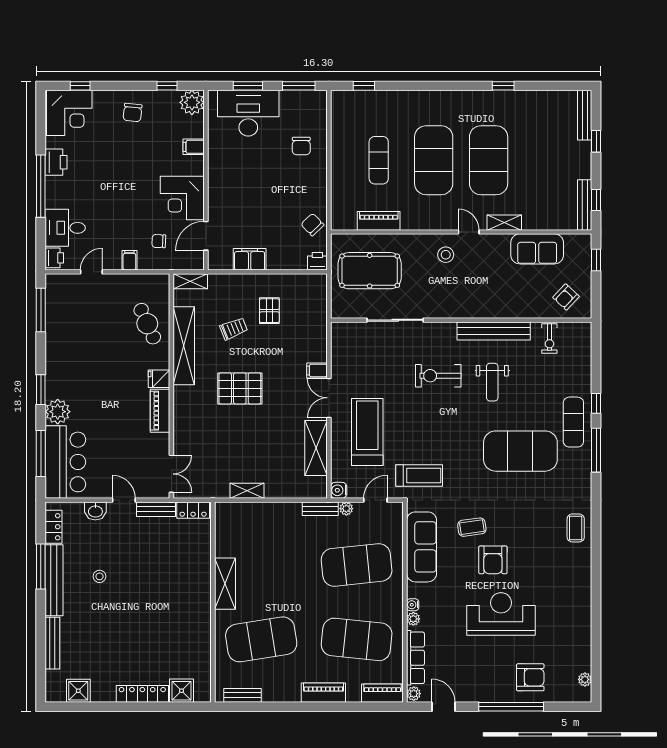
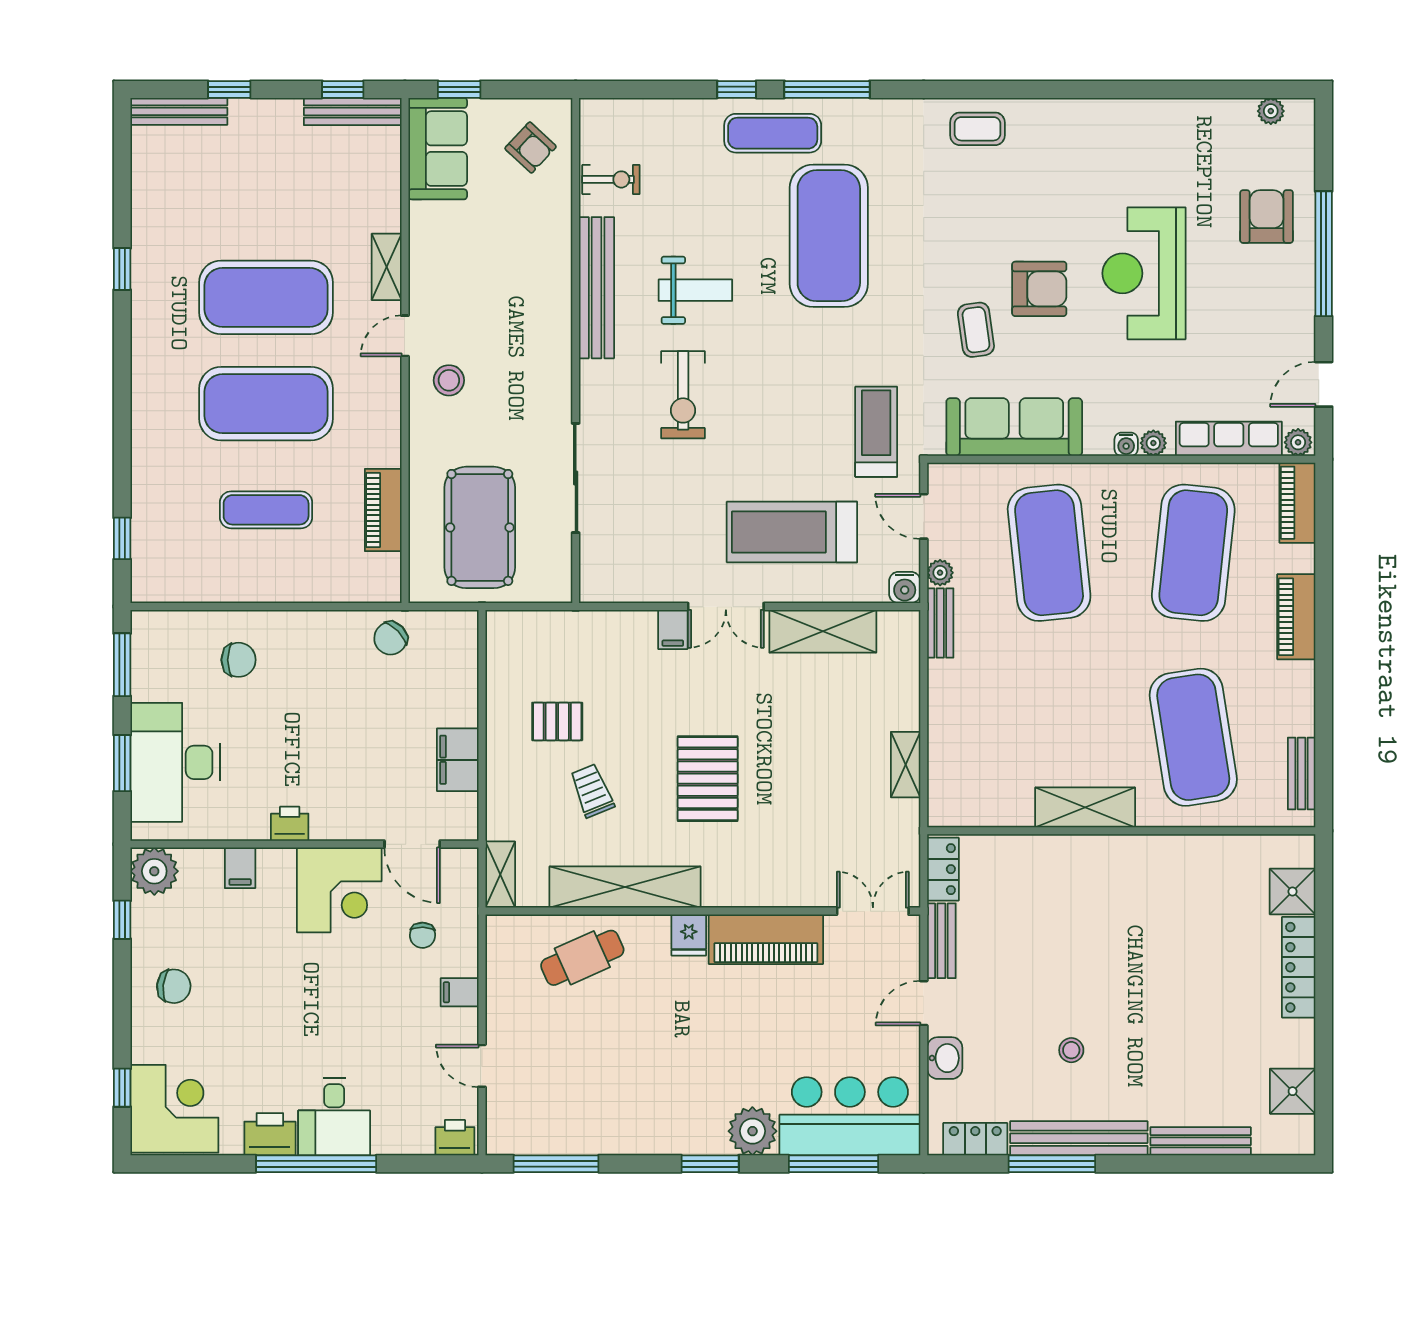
desk: (65, 228) -> (334, 1117), moved
sofa: (537, 249) -> (438, 149), moved
printer: (317, 261) -> (290, 824), moved, turned 90
piano: (160, 411) -> (766, 939), width x1.37, depth x1.33

